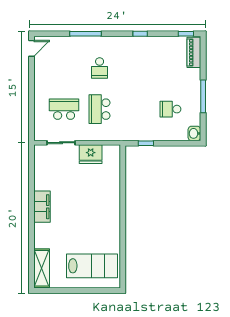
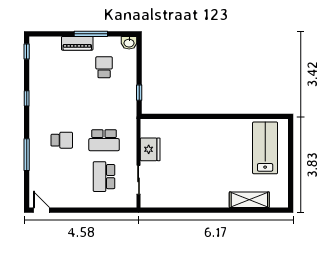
piano: (194, 52) -> (77, 43), moved
school desk: (170, 109) -> (104, 67), turned 180
filing cabinet: (42, 207) -> (204, 199), removed
shelving: (42, 268) -> (249, 200), moved

